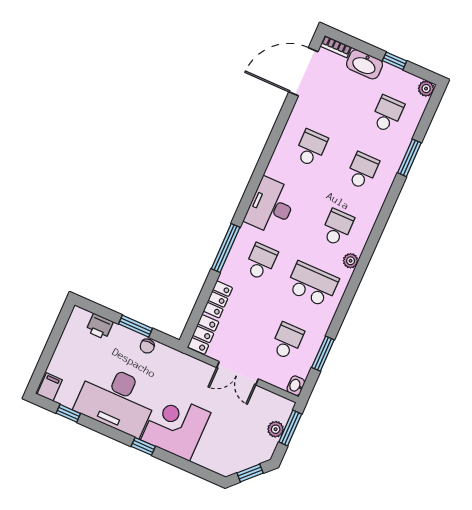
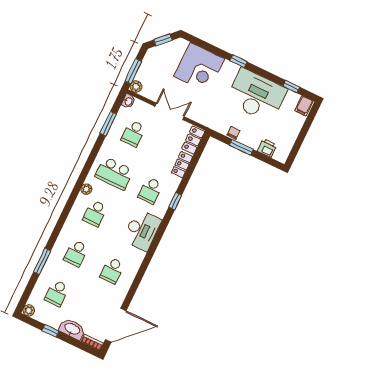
window: (226, 248) -> (175, 201), width x0.46
corner desk: (176, 426) -> (199, 67), moved
plant: (276, 429) -> (136, 87), moved

